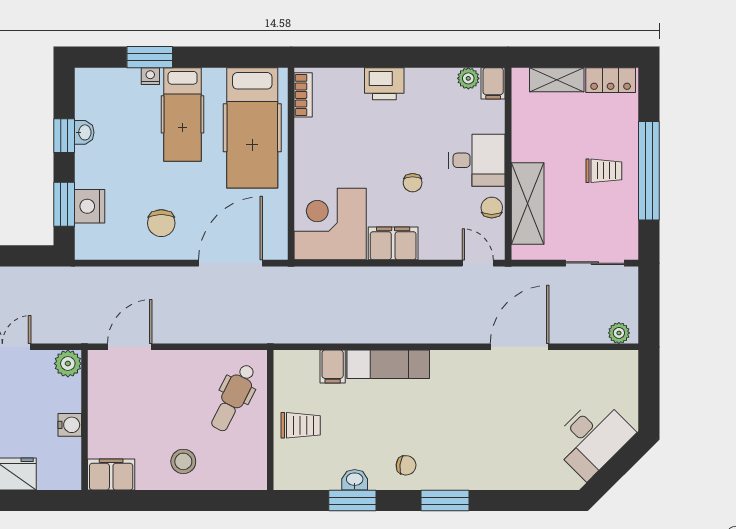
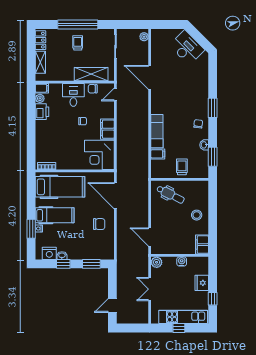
printer: (384, 84) -> (42, 112), moved
nightstand: (90, 206) -> (49, 253), moved
window: (352, 501) -> (213, 157), moved

